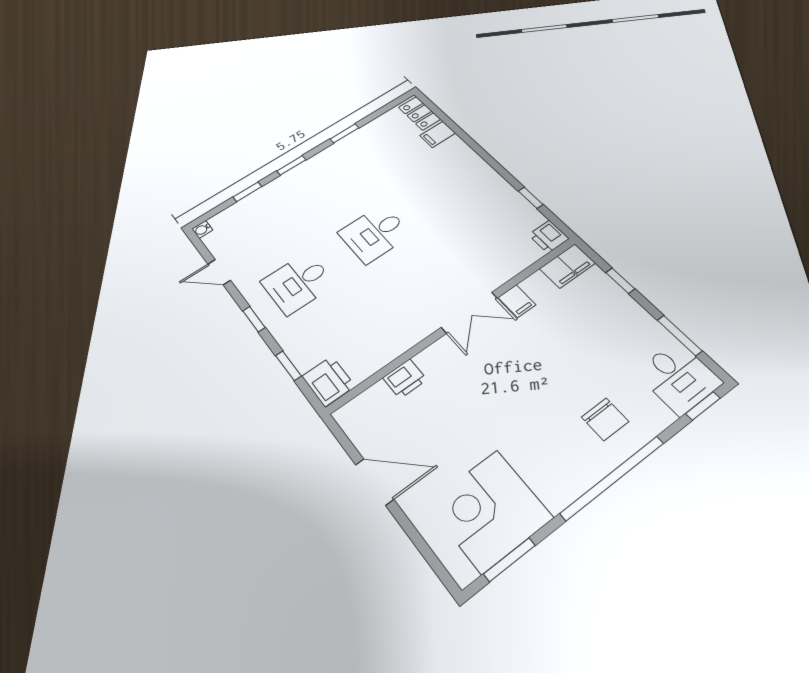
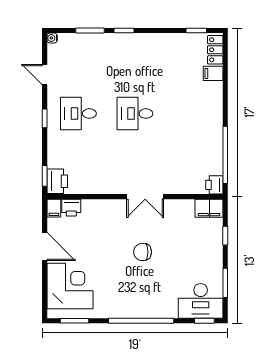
window: (344, 133) -> (196, 30), moved
window: (247, 192) -> (90, 30), width x1.50
window: (531, 198) -> (225, 155), width x3.17
filing cabinet: (517, 301) -> (54, 208), moved
window: (288, 366) -> (45, 176), moved
desk: (679, 377) -> (201, 301), width x1.37
printer: (405, 379) -> (71, 208), moved
chair: (605, 419) -> (143, 252), moved, turned 90
corner desk: (489, 511) -> (70, 286), moved, turned 90

